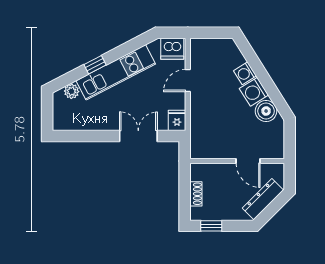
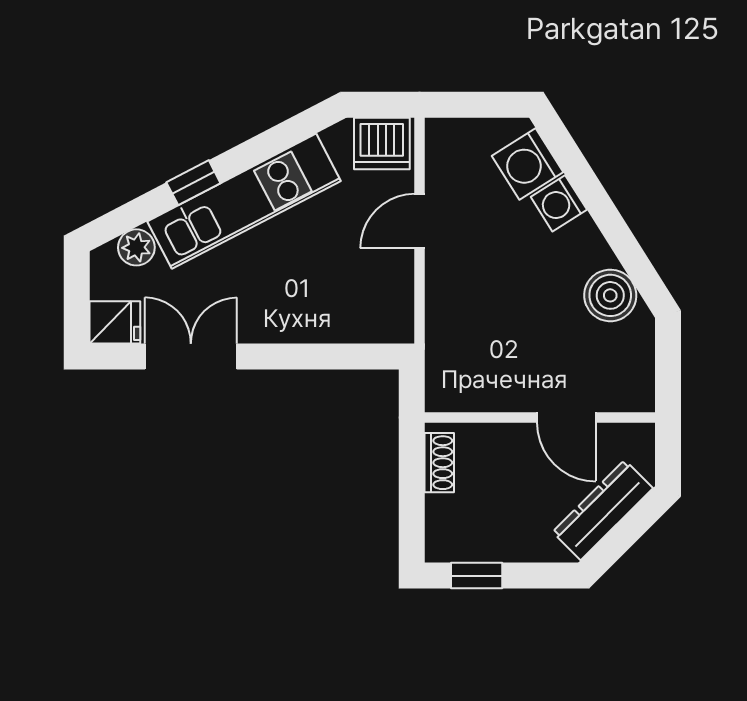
washing machine: (254, 92) -> (528, 164), moved
fridge: (177, 120) -> (115, 322), moved, turned 90
double door: (138, 136) -> (191, 356), moved
shoe rack: (196, 194) -> (439, 463), moved

